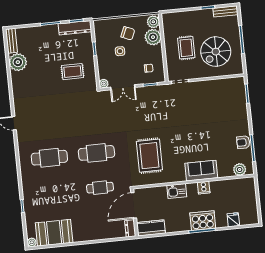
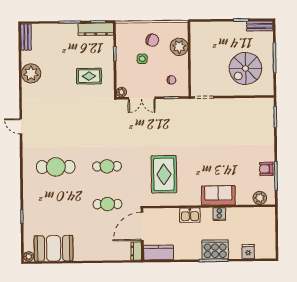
plant: (153, 22) -> (181, 30), removed
rug: (186, 48) -> (214, 61), removed
plant: (18, 62) -> (31, 73), moved
cafe table: (96, 153) -> (107, 166), width x0.73, depth x0.74

